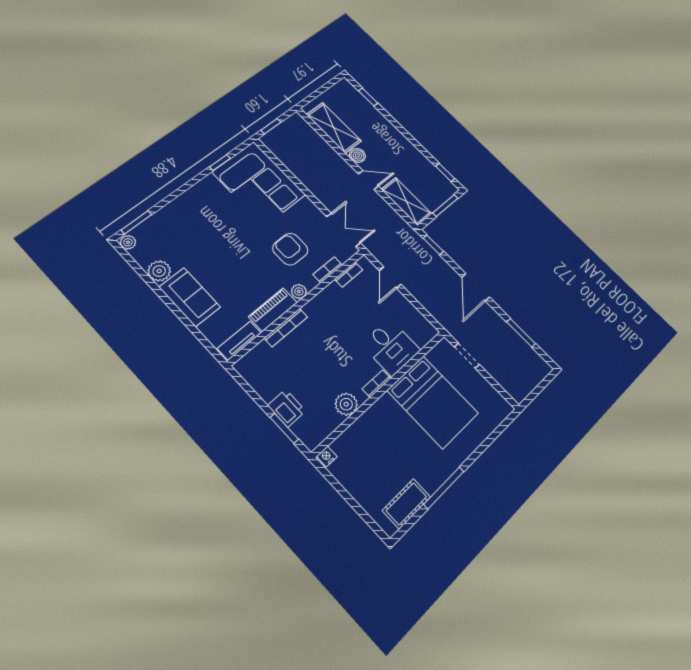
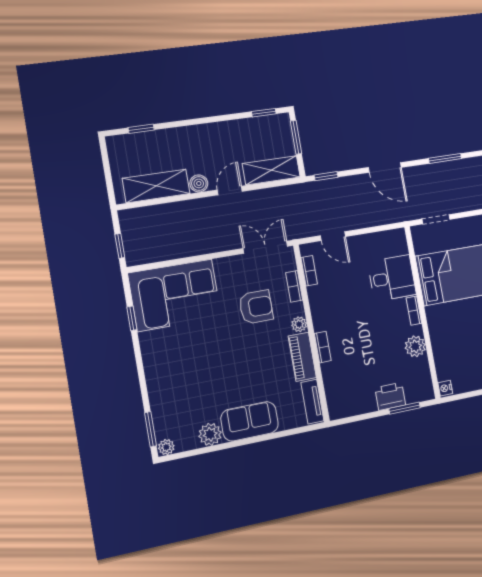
armchair: (290, 249) -> (256, 307), turned 180
bookcase: (286, 328) -> (323, 347), width x0.64

